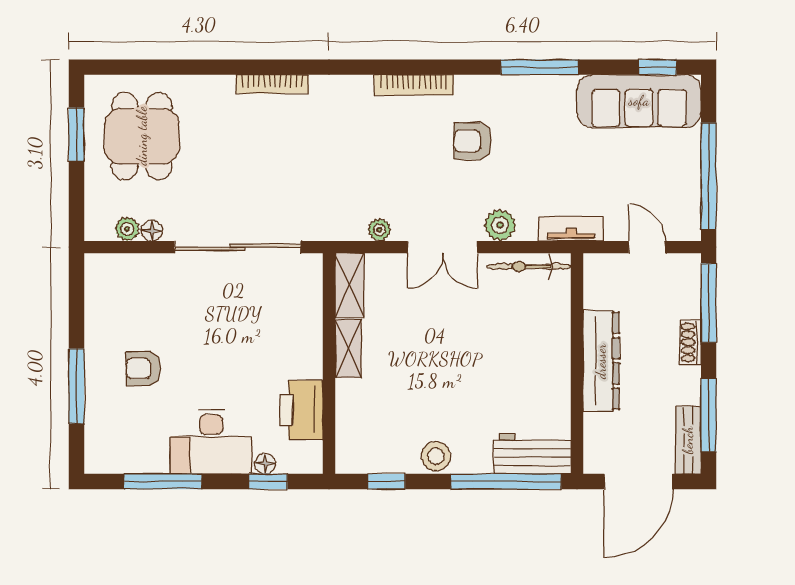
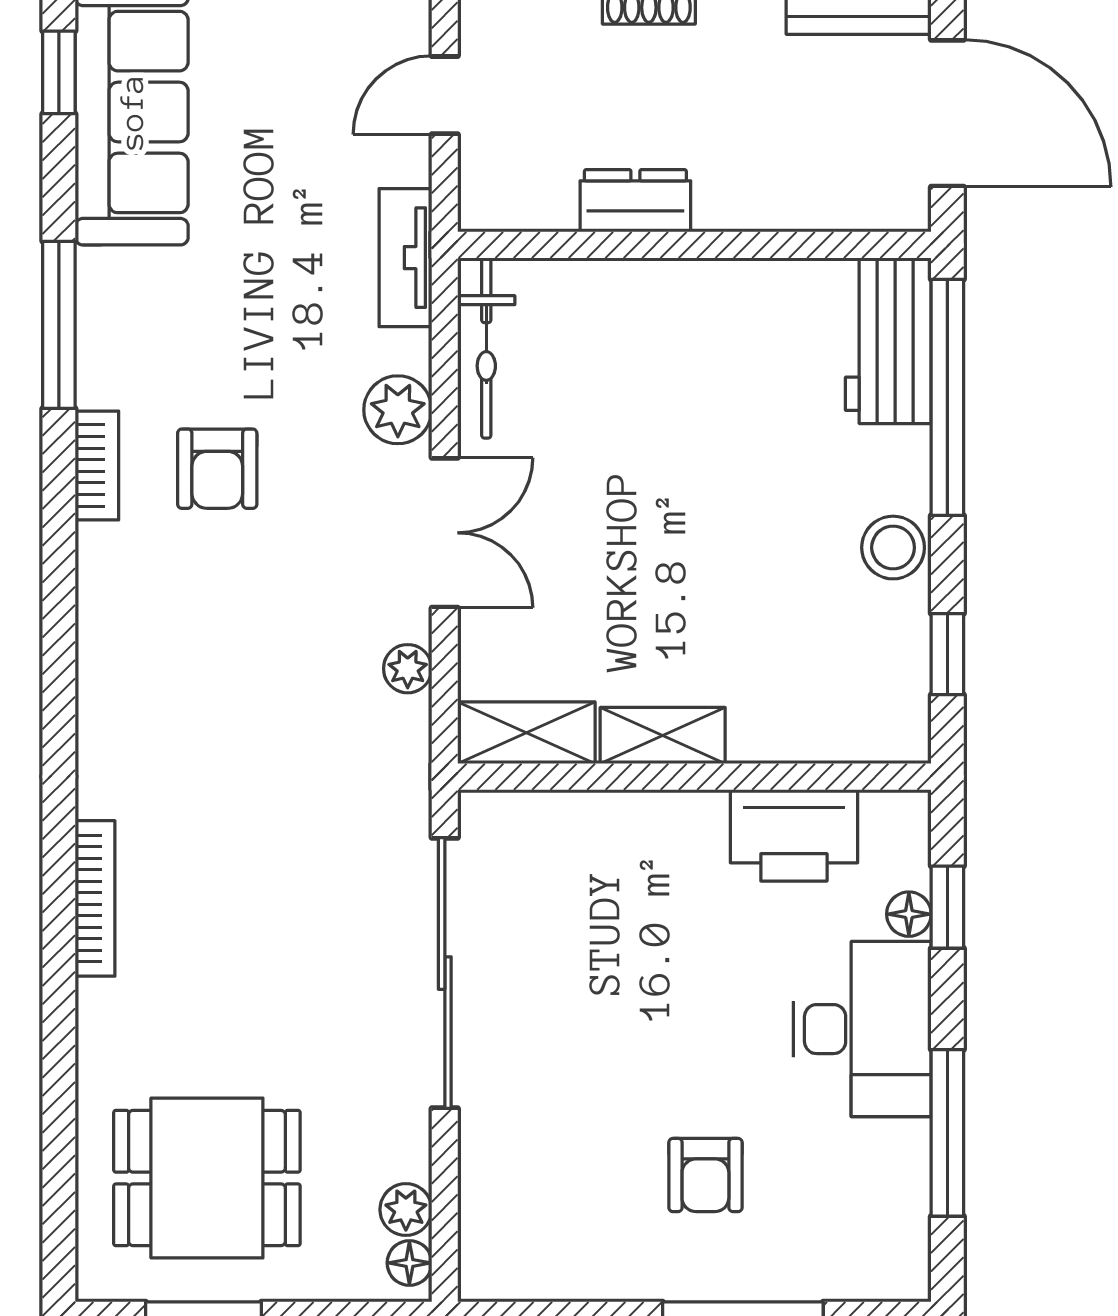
bookcase: (414, 85) -> (97, 466), moved, width x0.64
floor lamp: (152, 231) -> (409, 1263), moved
dresser: (601, 361) -> (635, 201), width x0.51, depth x0.80

